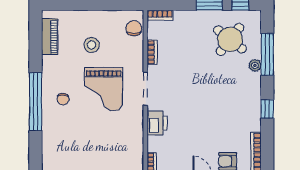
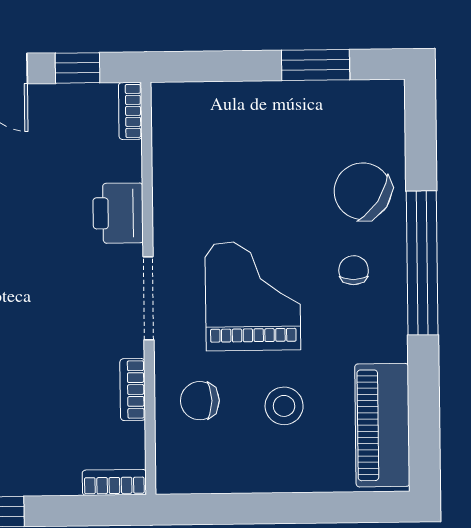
chair: (134, 28) -> (200, 401), moved, turned 90
piano: (50, 37) -> (382, 425), width x1.37, depth x1.33
chair: (59, 131) -> (363, 191), added

